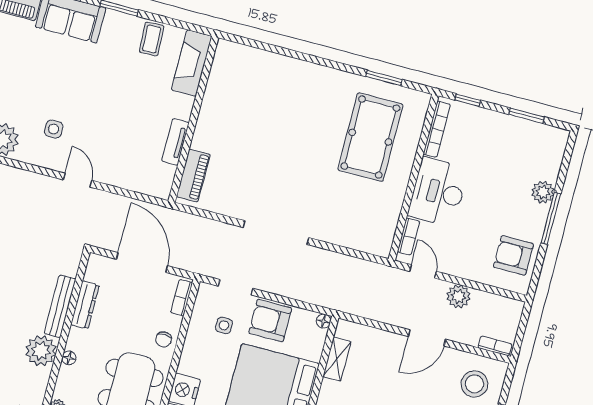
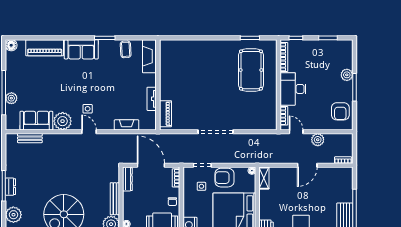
fireplace: (117, 177) -> (127, 125), added
door: (78, 180) -> (89, 132), moved
armchair: (513, 255) -> (340, 111), turned -90
dresser: (85, 305) -> (127, 179), moved
shelving: (337, 359) -> (264, 178), moved
stool: (474, 384) -> (338, 182), removed

